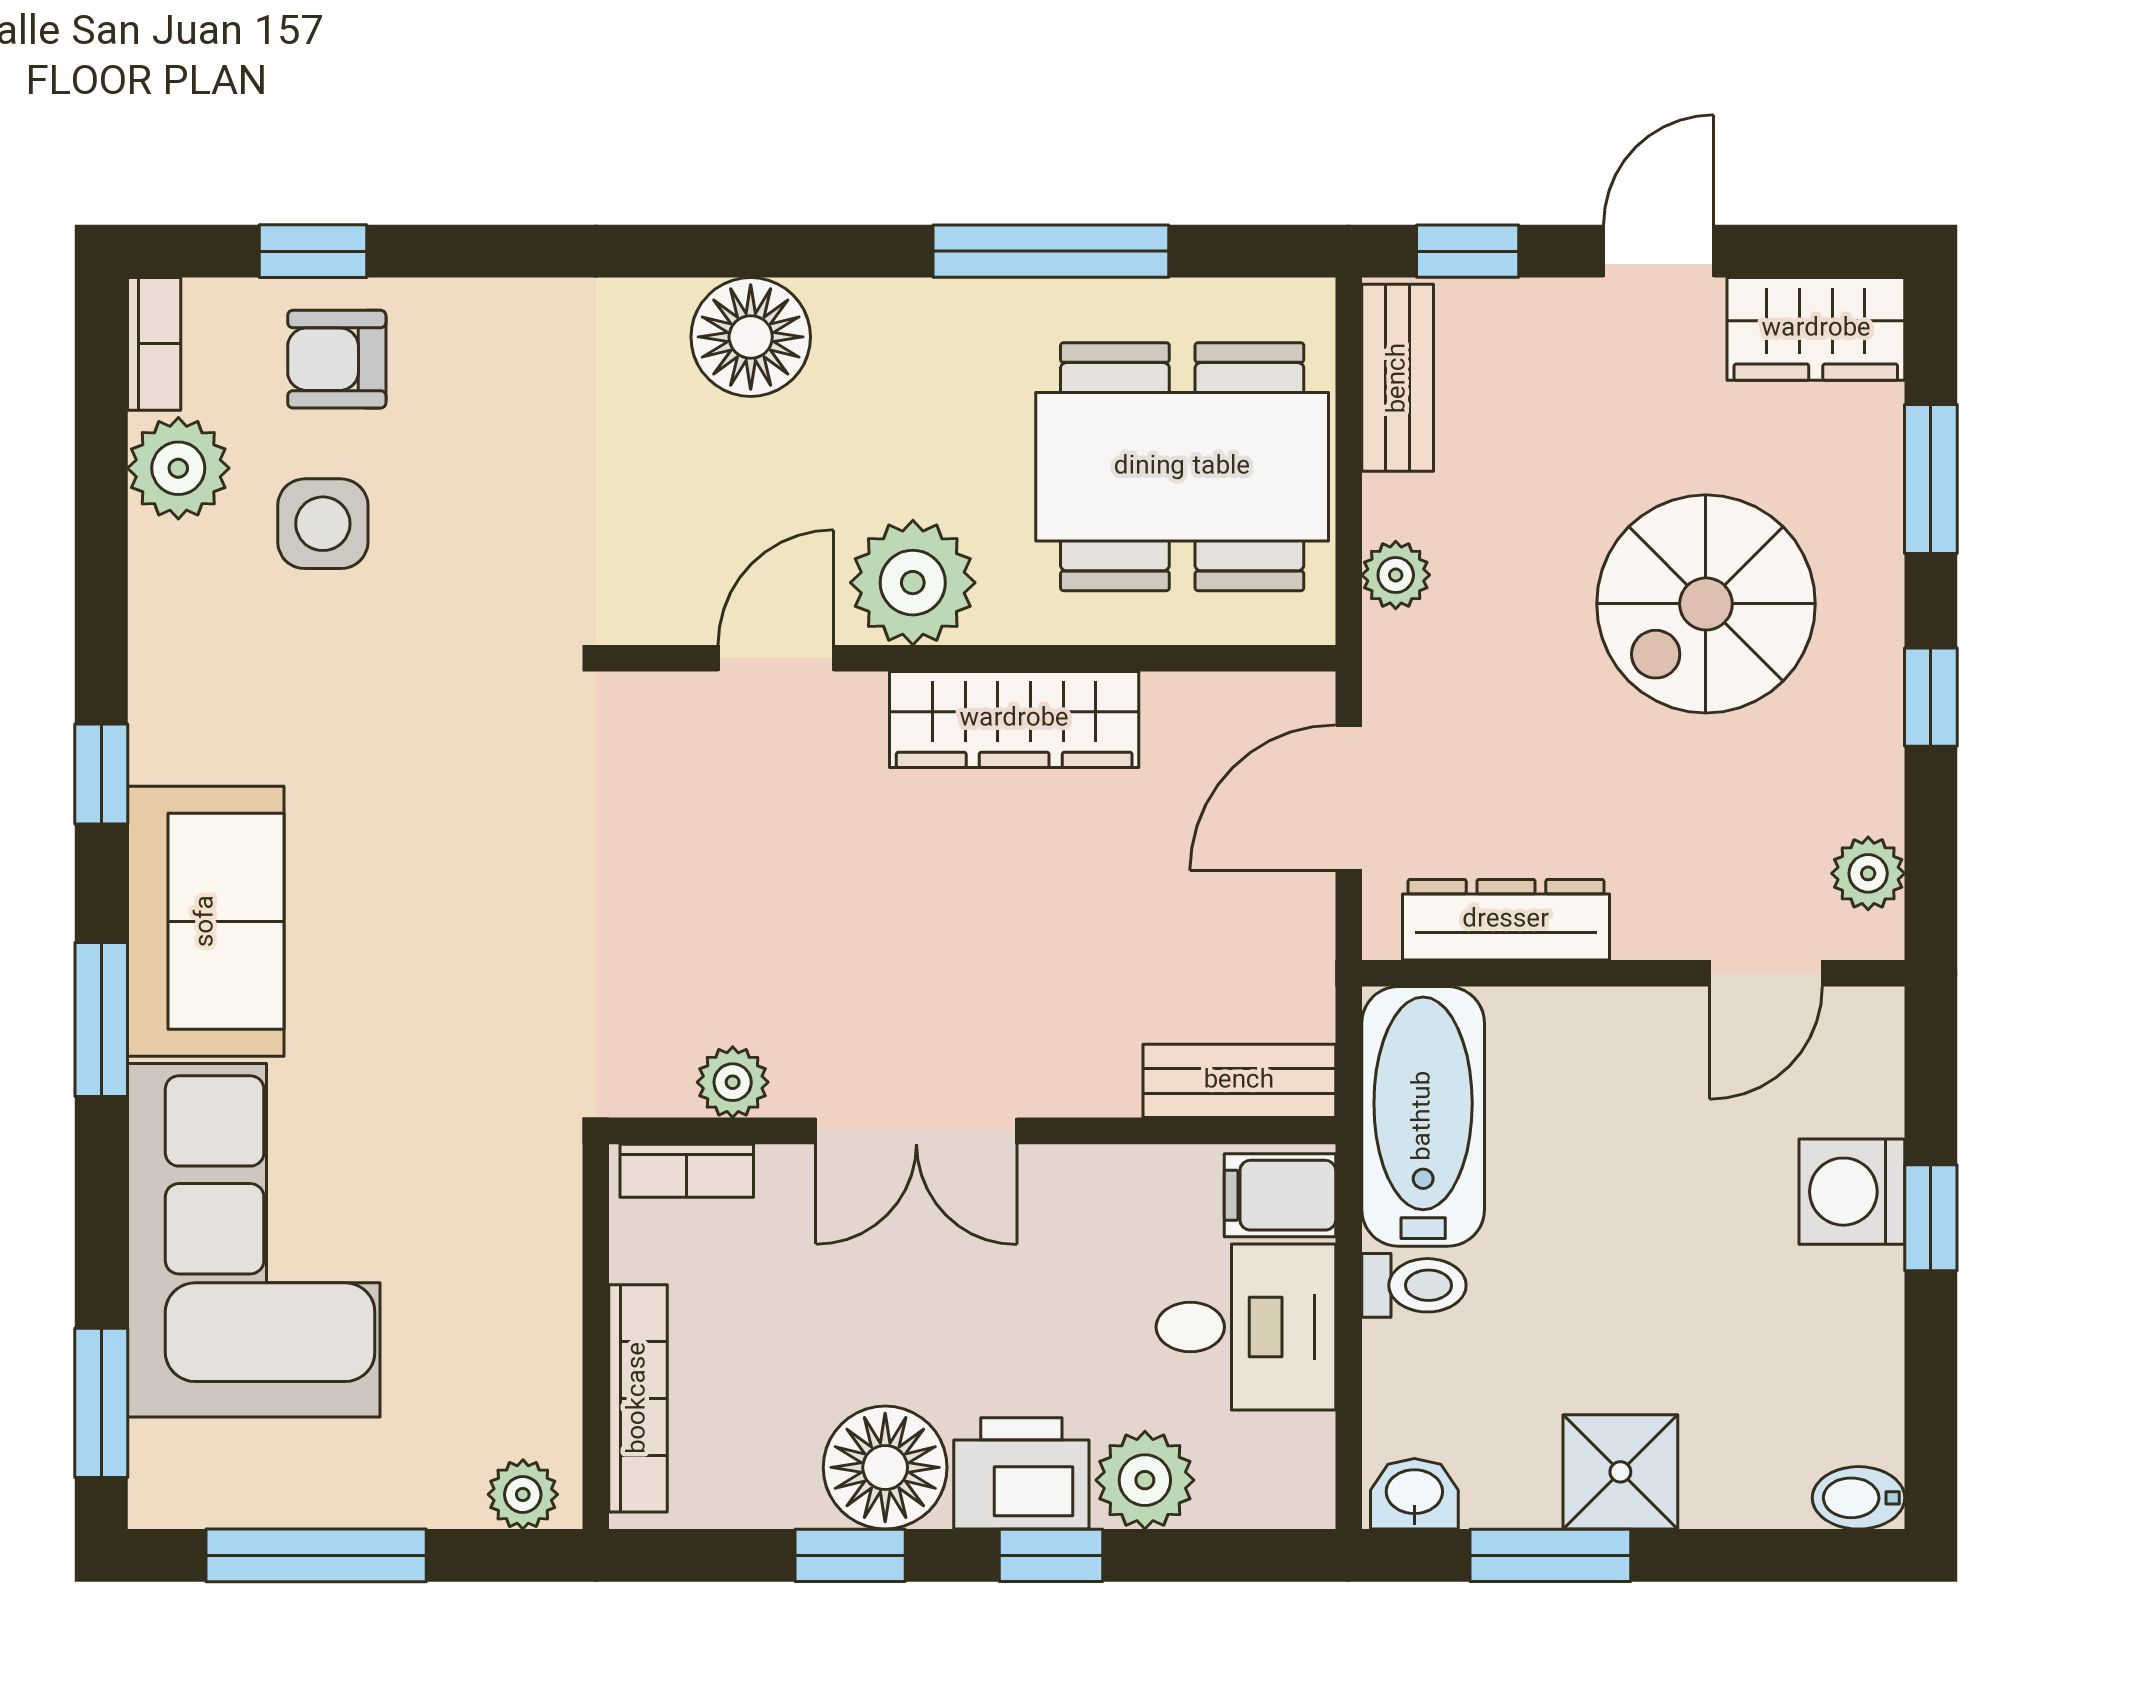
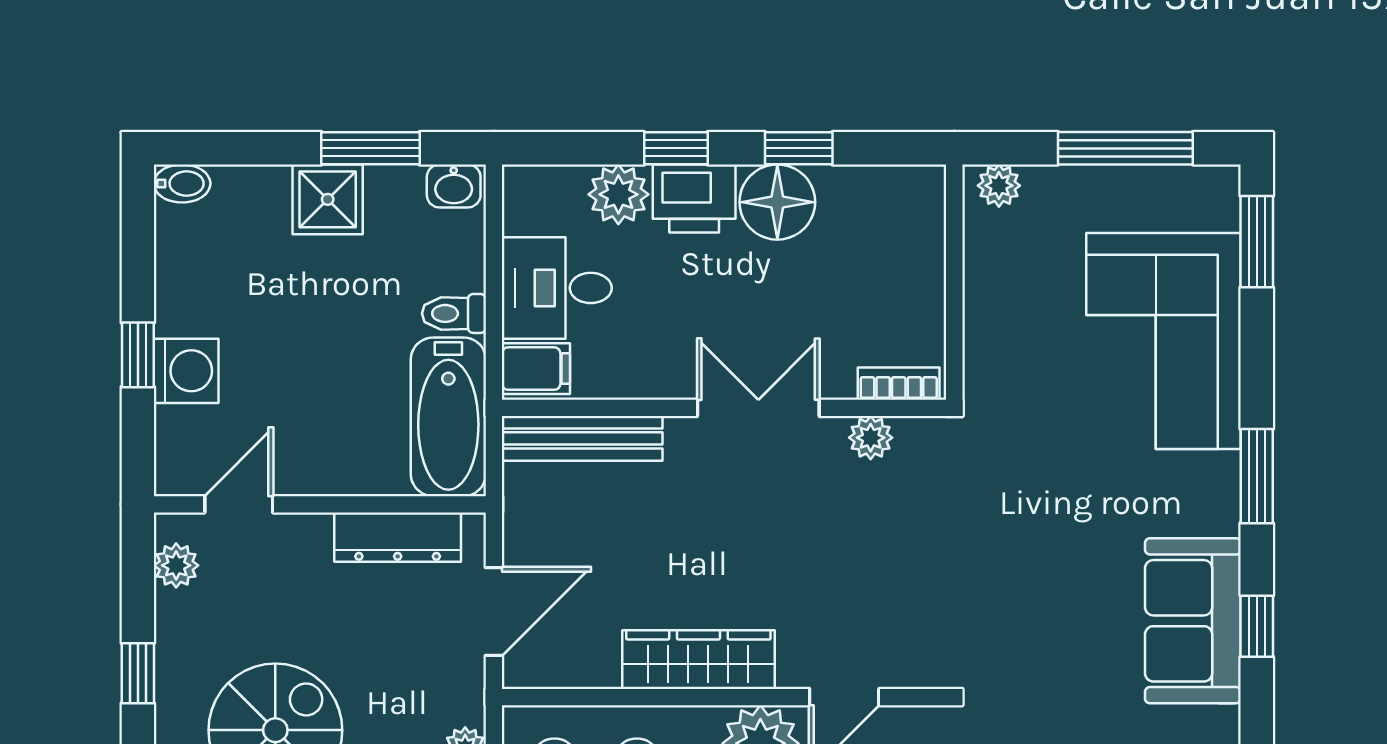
sofa: (206, 921) -> (1193, 621), moved
bench: (1239, 1081) -> (582, 438), width x1.36
bookcase: (638, 1398) -> (928, 244), removed

